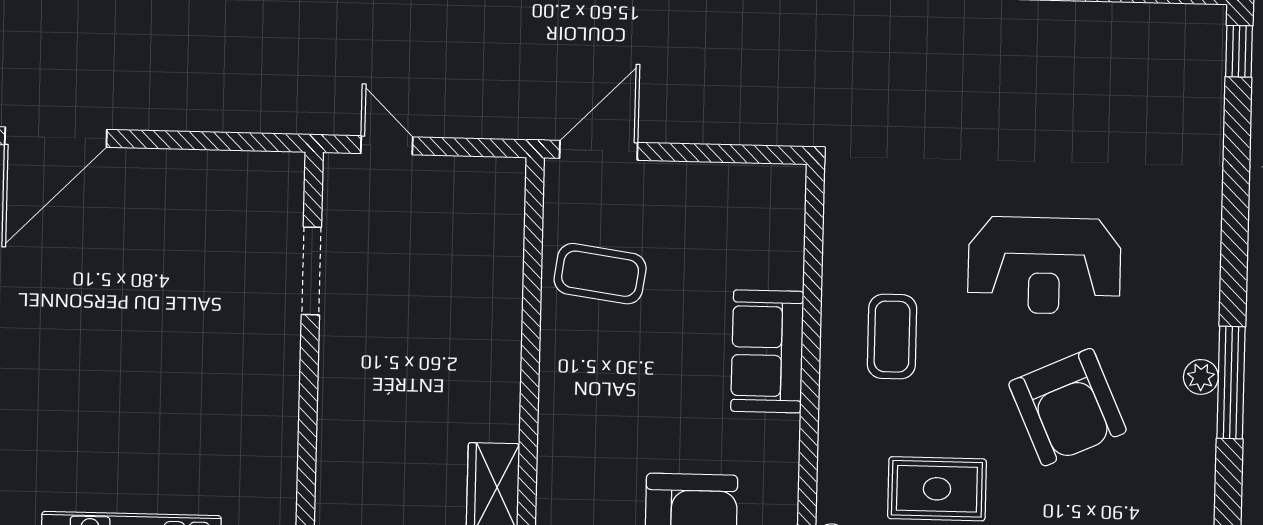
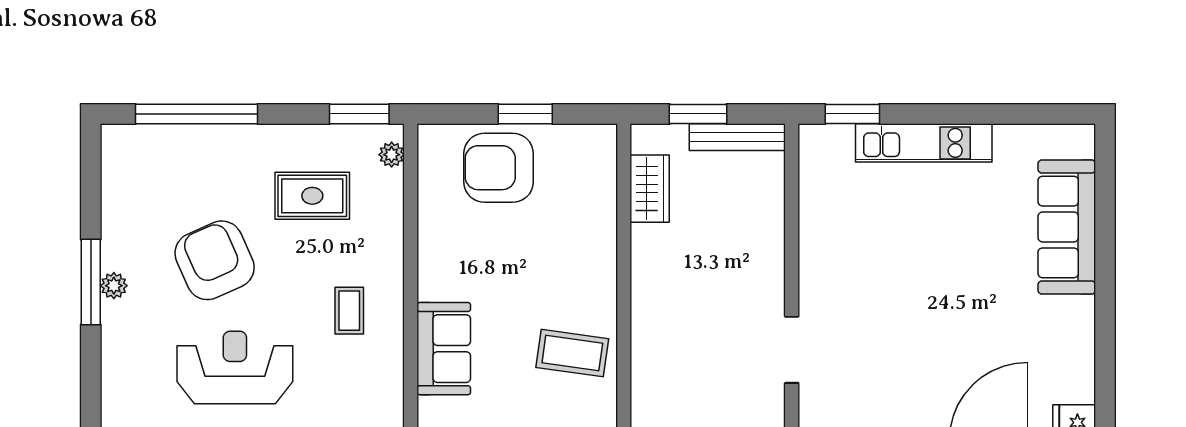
coffee table: (892, 337) -> (349, 311), width x0.73, depth x0.77
sofa: (767, 351) -> (444, 349), moved

